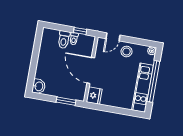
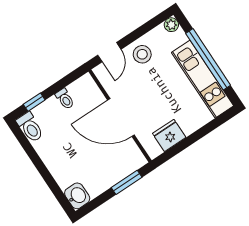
window: (80, 31) -> (34, 102), moved
toilet: (64, 40) -> (30, 127), moved
fridge: (94, 96) -> (169, 135), moved, turned -90

